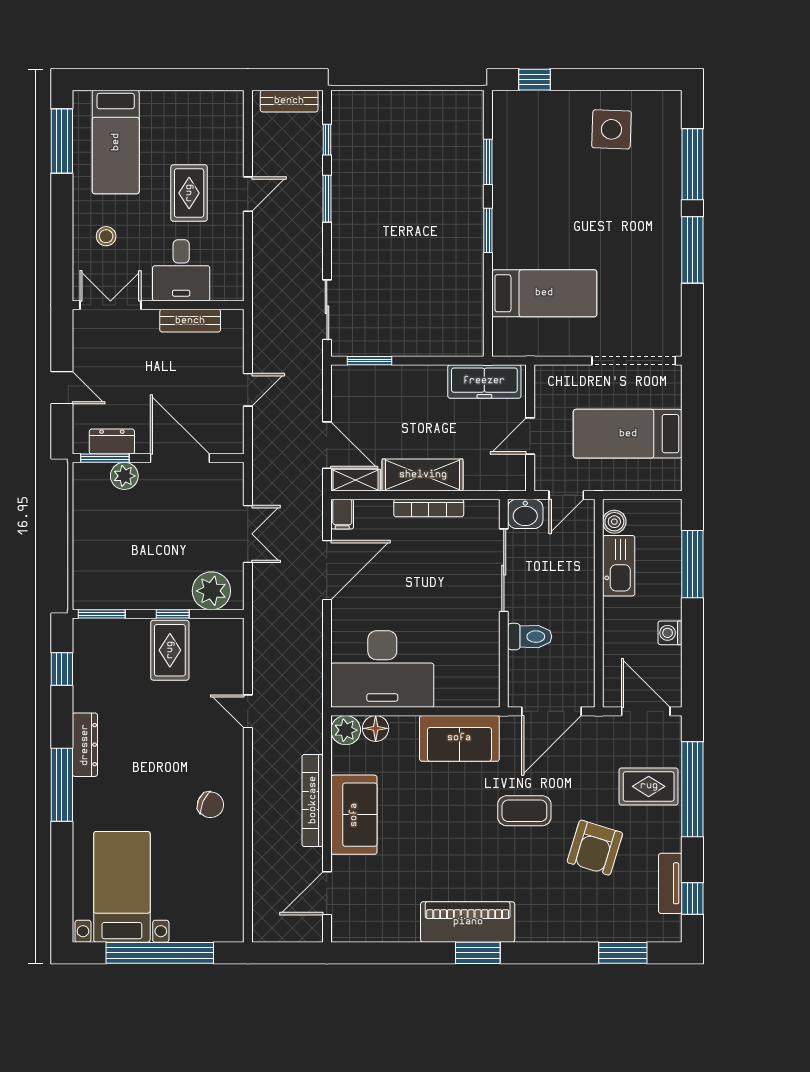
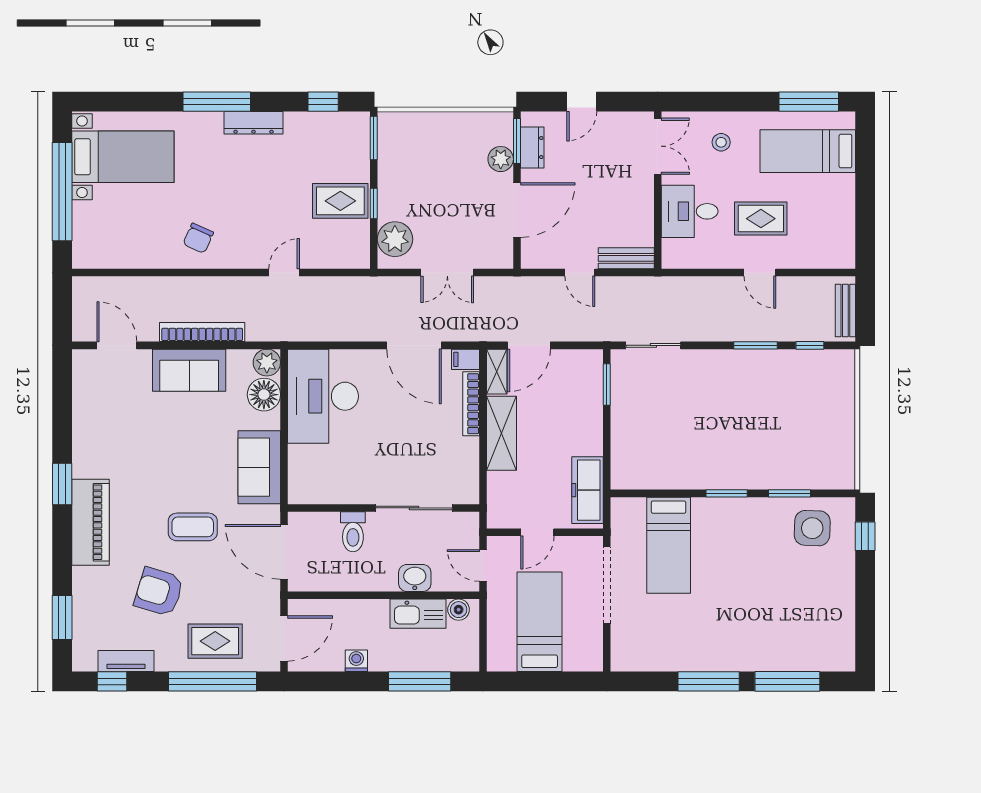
side table: (611, 129) -> (812, 528), moved
bench: (190, 321) -> (626, 258), moved, turned 90
doorway: (634, 361) -> (607, 585), moved
door: (530, 436) -> (537, 532), swing flipped
bookcase: (429, 508) -> (471, 404), moved
washbasin: (525, 514) -> (415, 578), moved, turned 90
floor lamp: (376, 728) -> (264, 395), width x1.38, depth x1.38
rug: (649, 786) -> (215, 641), turned 90
coffee table: (524, 811) -> (193, 527), turned 90
piano: (468, 922) -> (90, 522), moved

